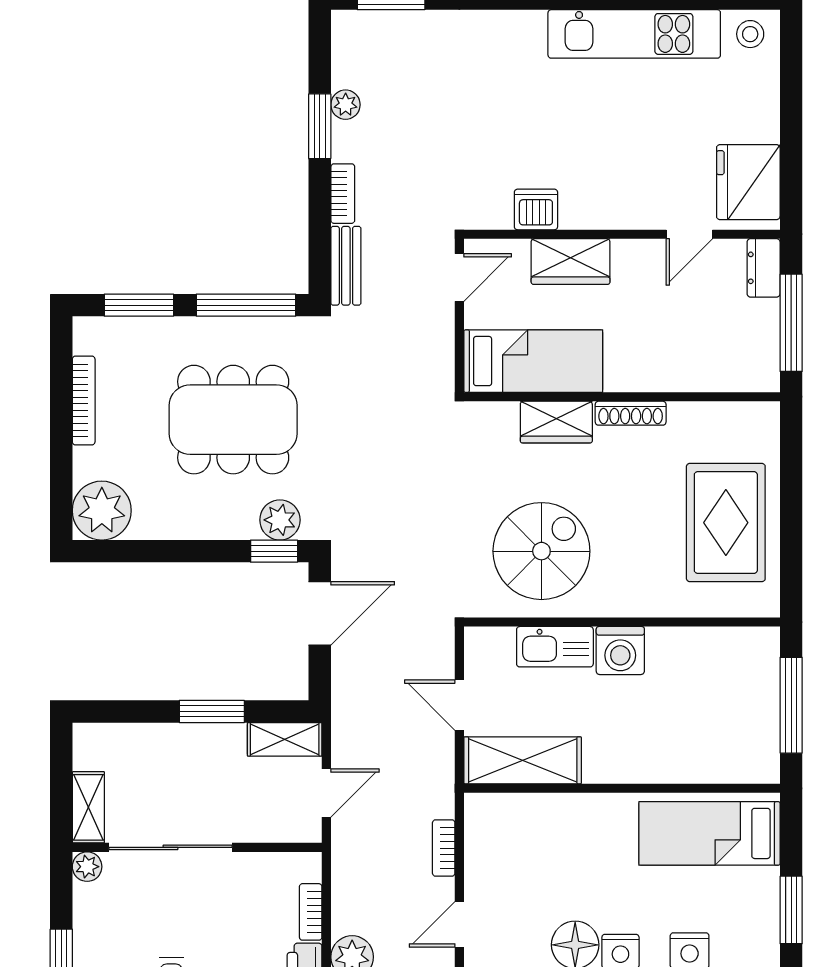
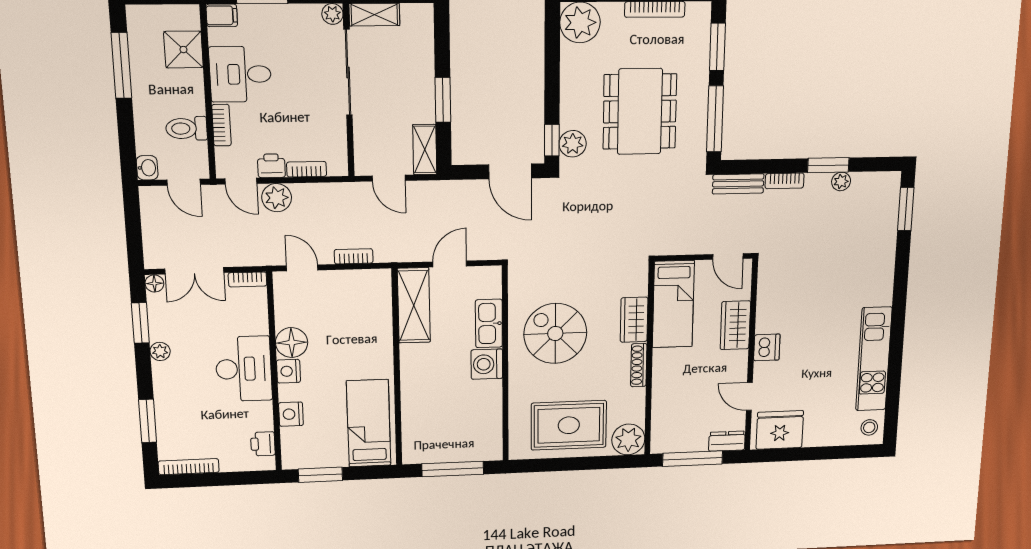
dishwasher: (536, 209) -> (767, 347), moved
plant: (754, 427) -> (628, 439), added
spiral stairs: (541, 551) -> (555, 333), moved, turned 180

